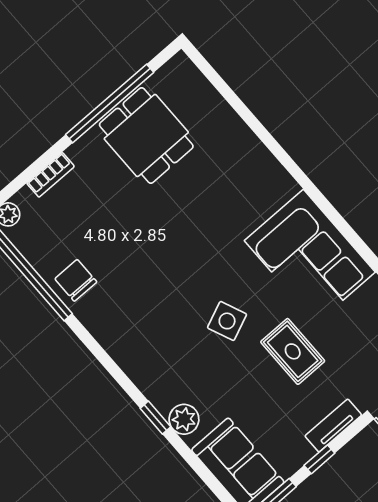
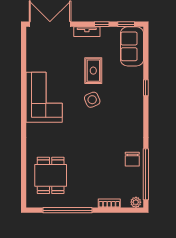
dining table: (146, 136) -> (51, 175), moved
rug: (293, 351) -> (93, 71), moved
plant: (184, 419) -> (137, 79), removed

